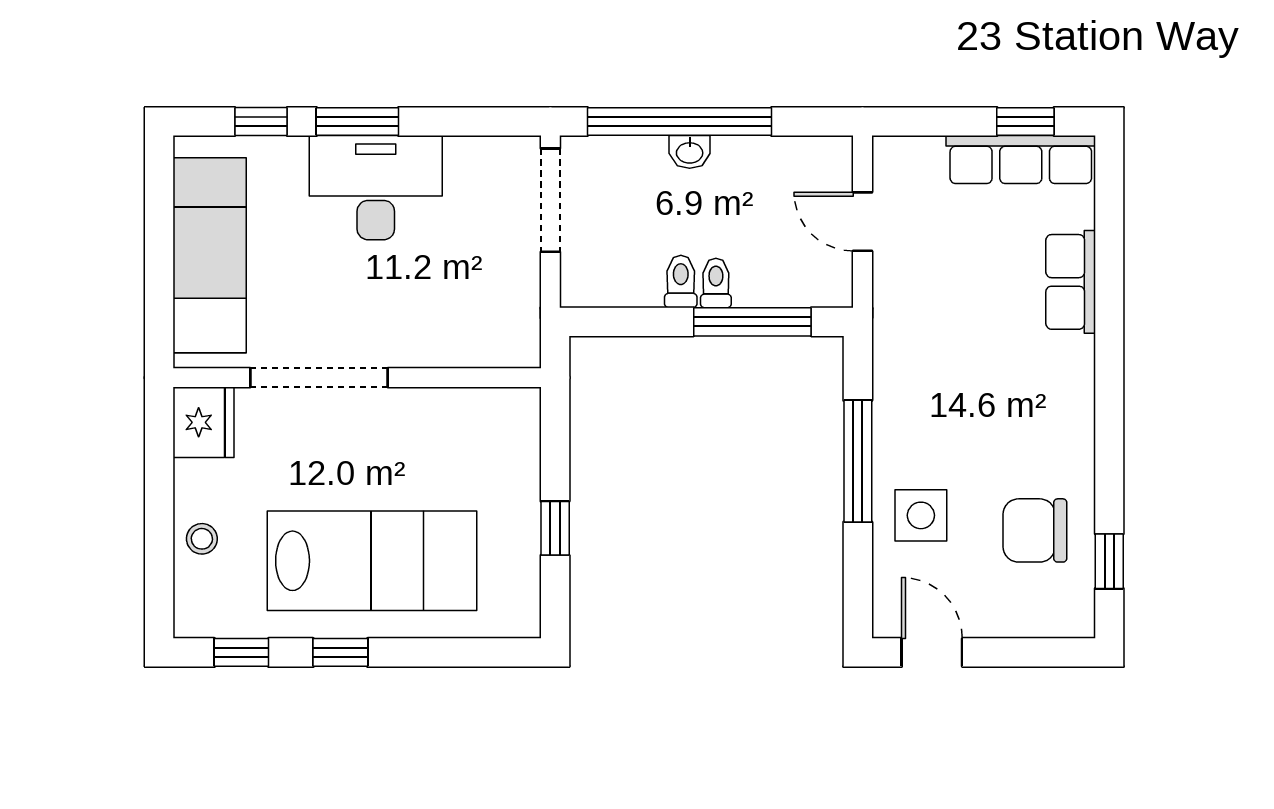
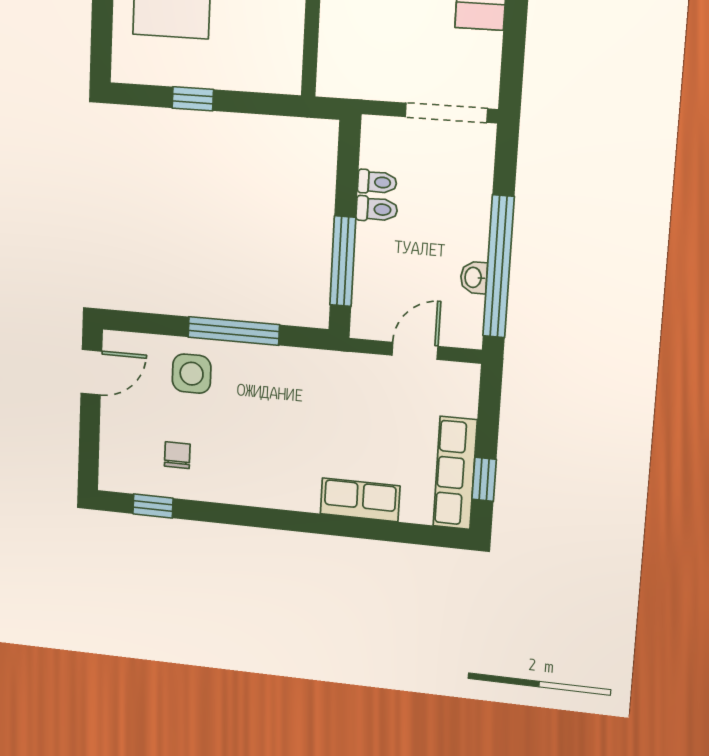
window: (680, 122) -> (499, 266), moved
washbasin: (690, 152) -> (474, 277), moved
toilet: (716, 283) -> (377, 182), moved
chair: (1035, 530) -> (177, 455), width x0.54, depth x0.54

